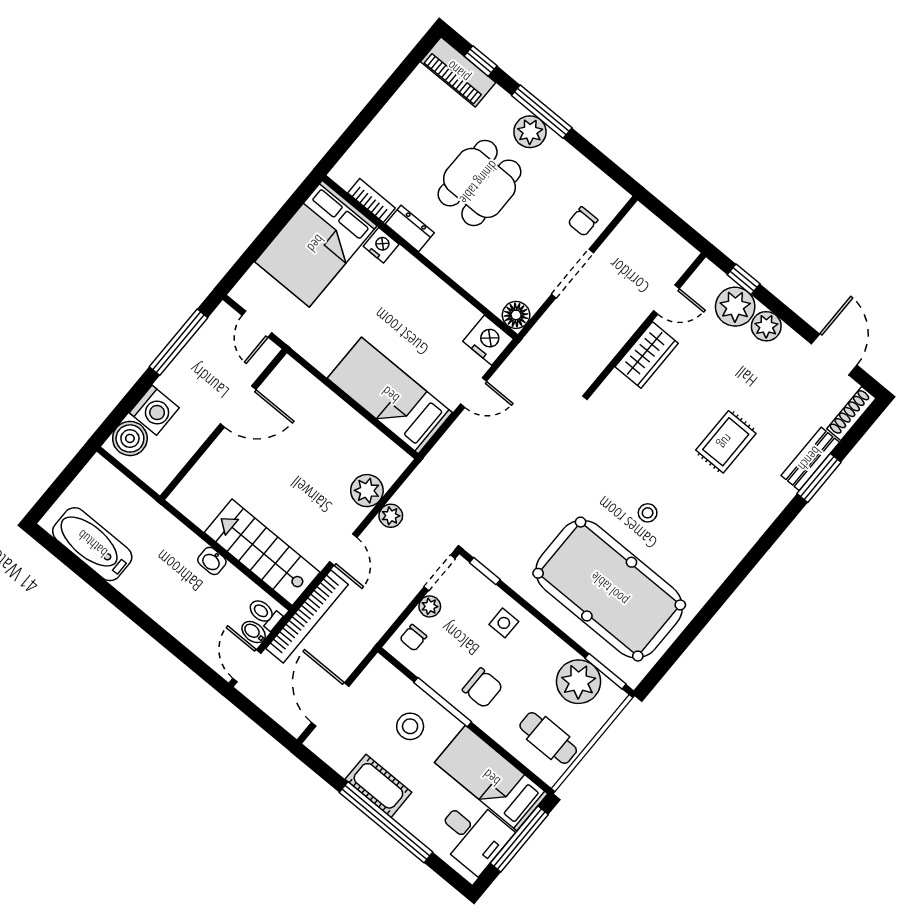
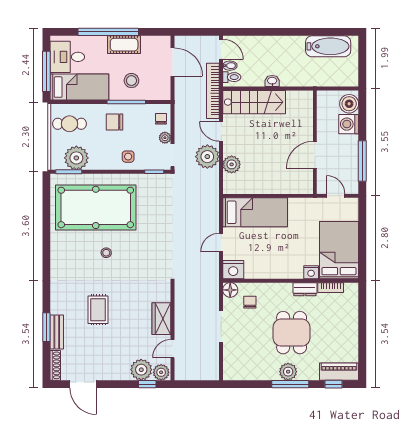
chair: (583, 221) -> (250, 302), moved
plant: (766, 326) -> (161, 372), moved
plant: (391, 516) -> (207, 157), width x1.88, depth x1.88

